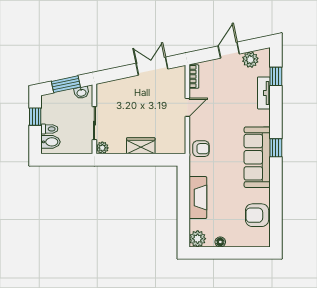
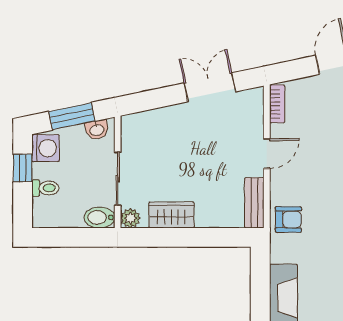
washing machine: (49, 104) -> (46, 148), added
bench: (180, 138) -> (254, 203), added
bidet: (50, 142) -> (100, 217), moved, turned 180
wardrobe: (141, 146) -> (171, 215), moved

